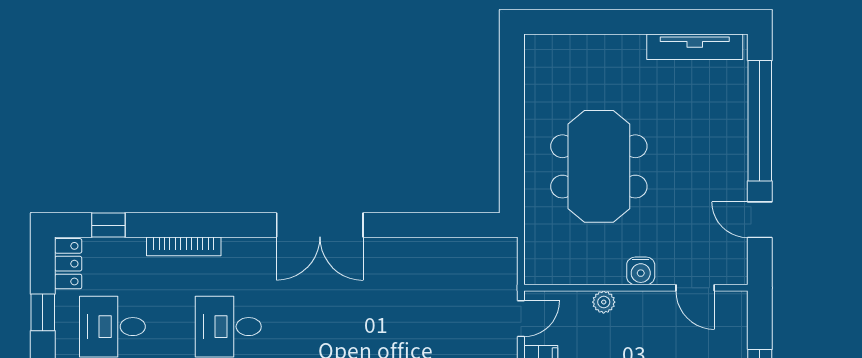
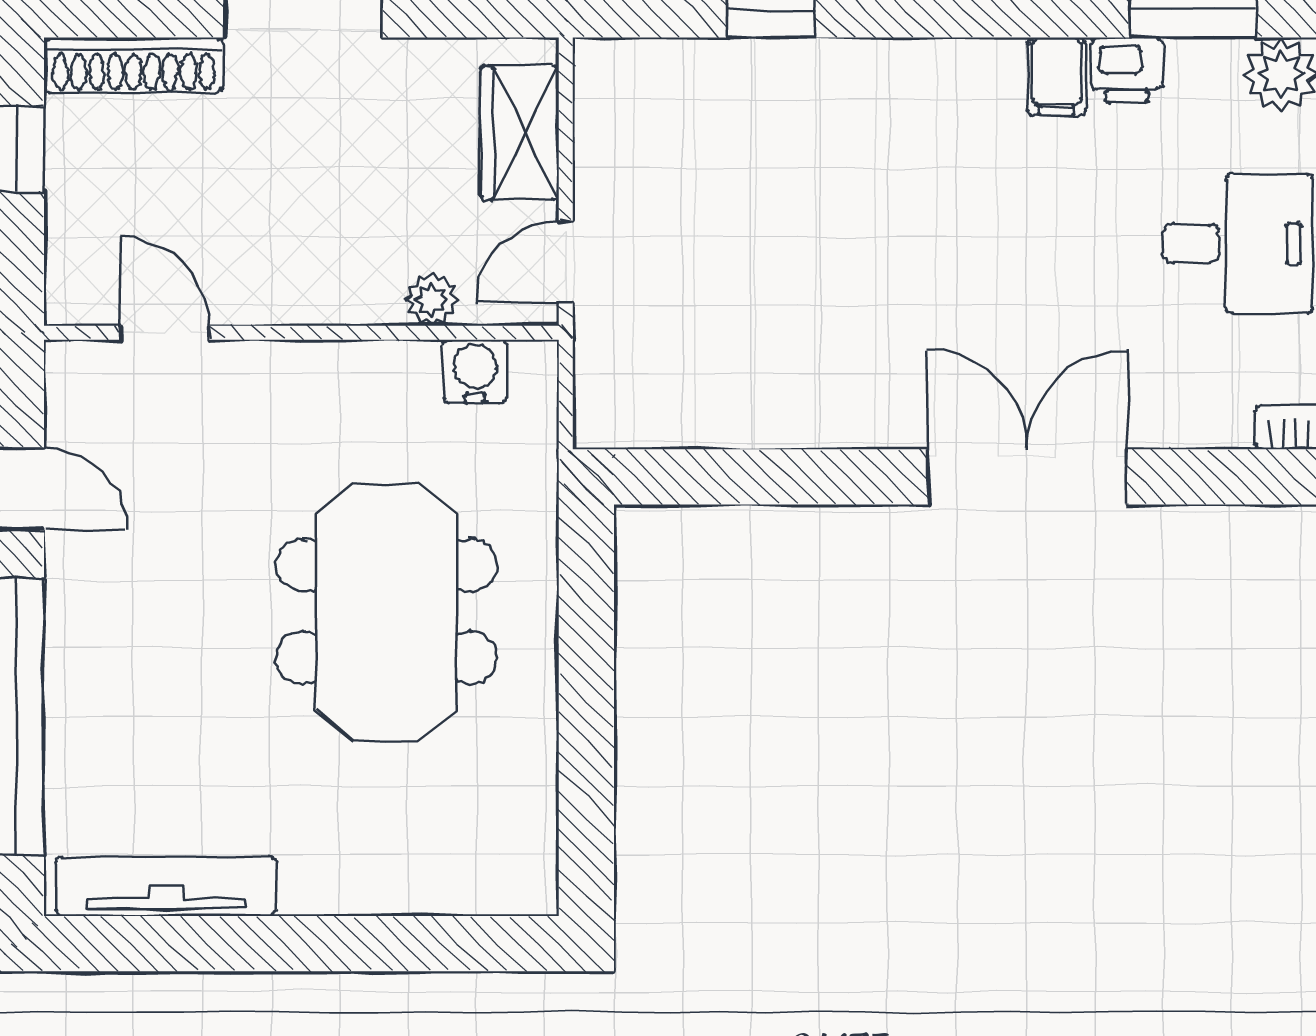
water cooler: (641, 271) -> (475, 372), moved
plant: (604, 302) -> (432, 300), moved

